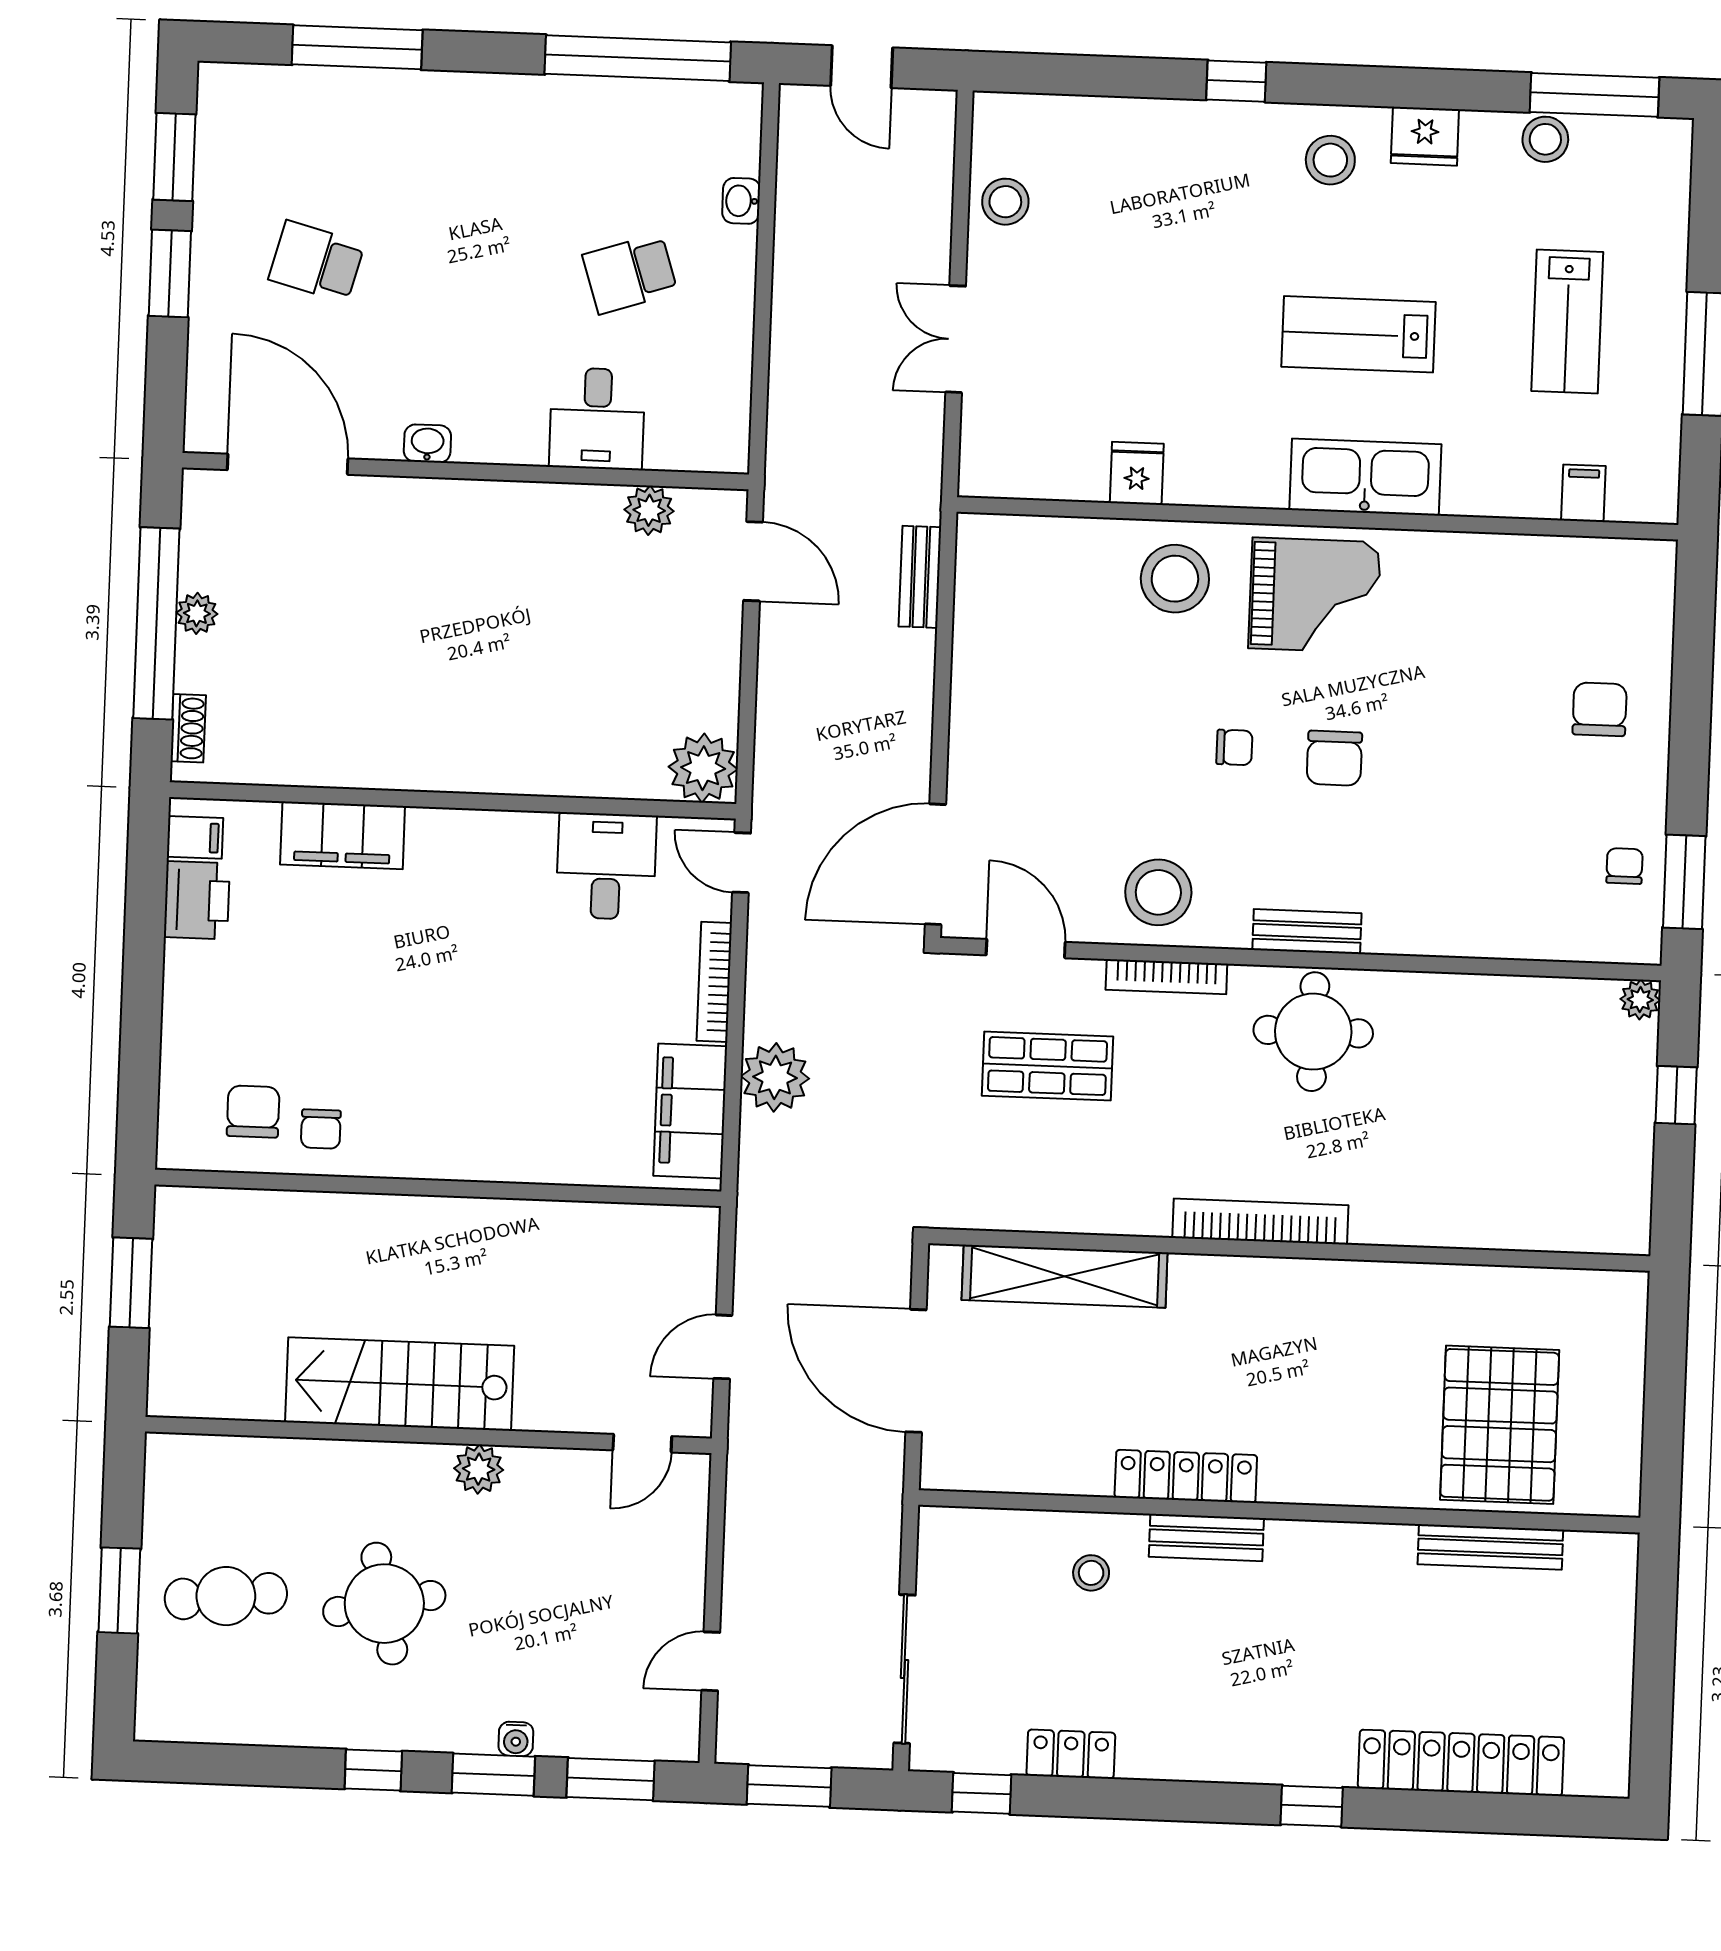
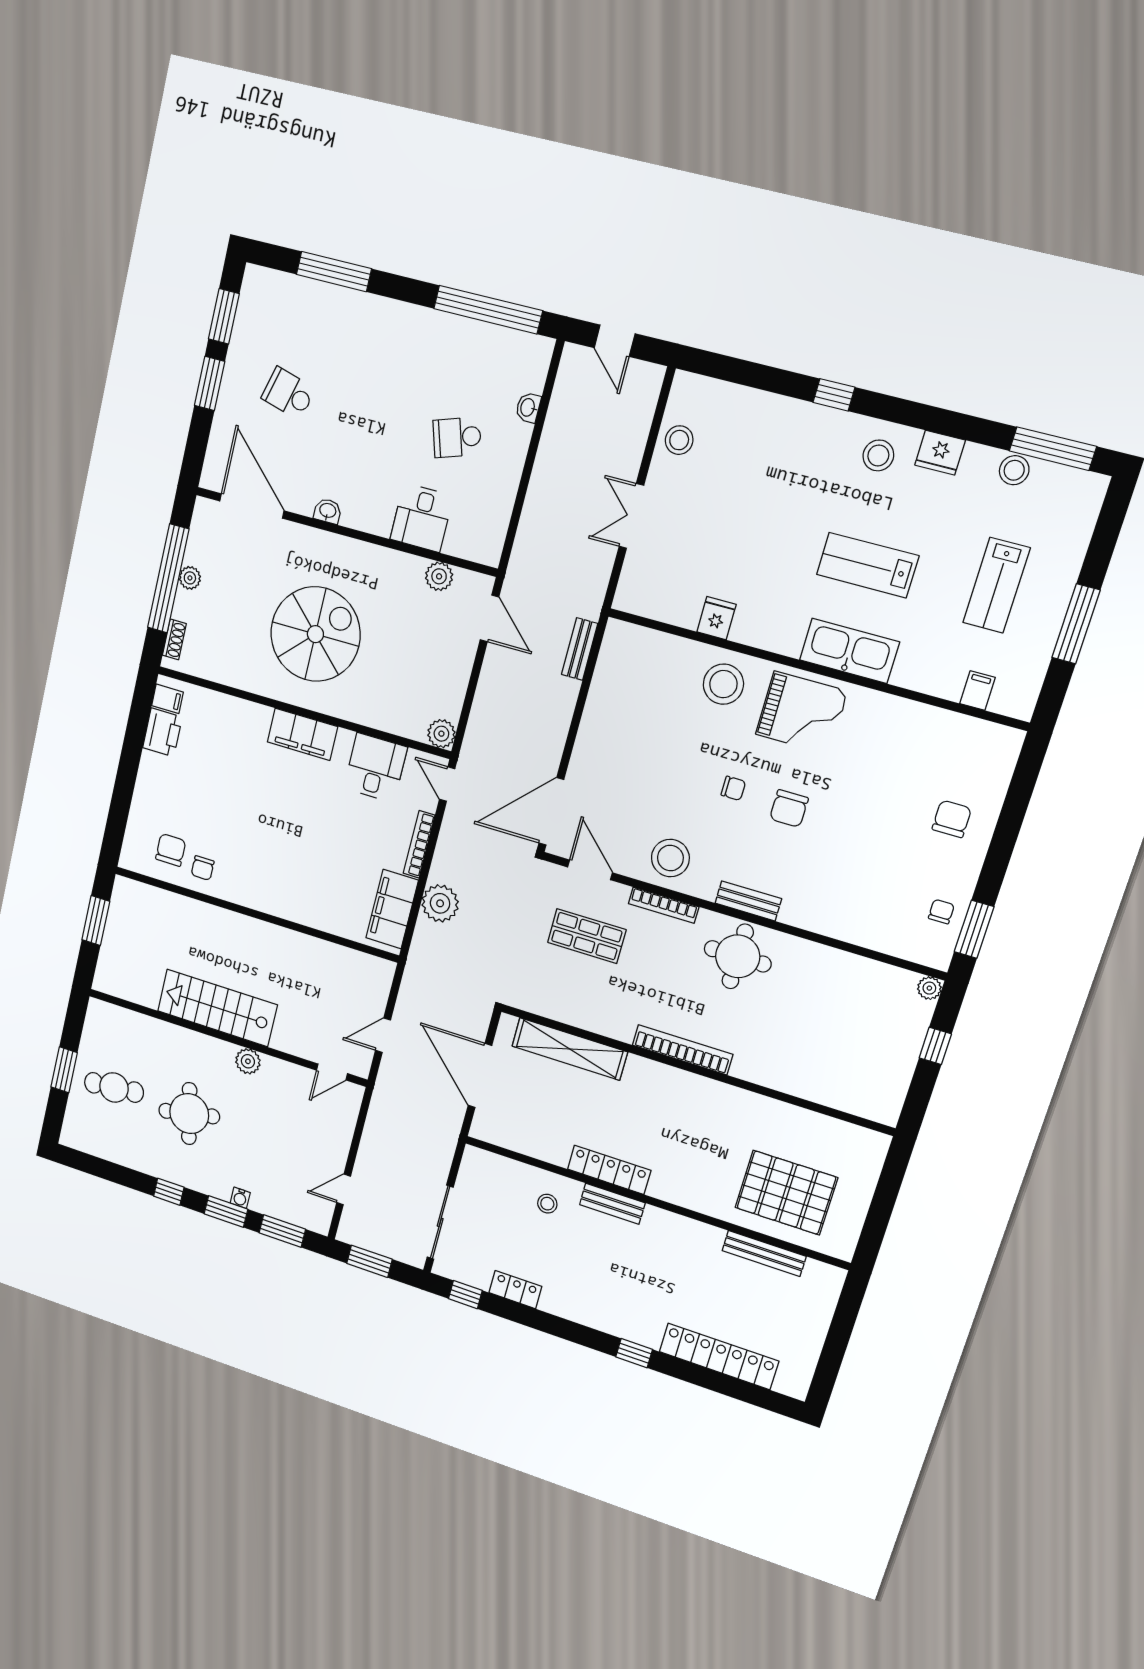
spiral stairs: (449, 659) -> (315, 634), added
plant: (703, 768) -> (441, 734), width x0.73, depth x0.73
filing cabinet: (343, 835) -> (302, 734), moved
pallet: (1500, 1425) -> (786, 1193), turned 90

